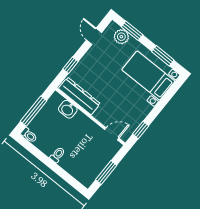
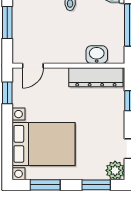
plant: (121, 37) -> (115, 170), moved
bed with nightstands: (148, 75) -> (44, 144), width x1.36

